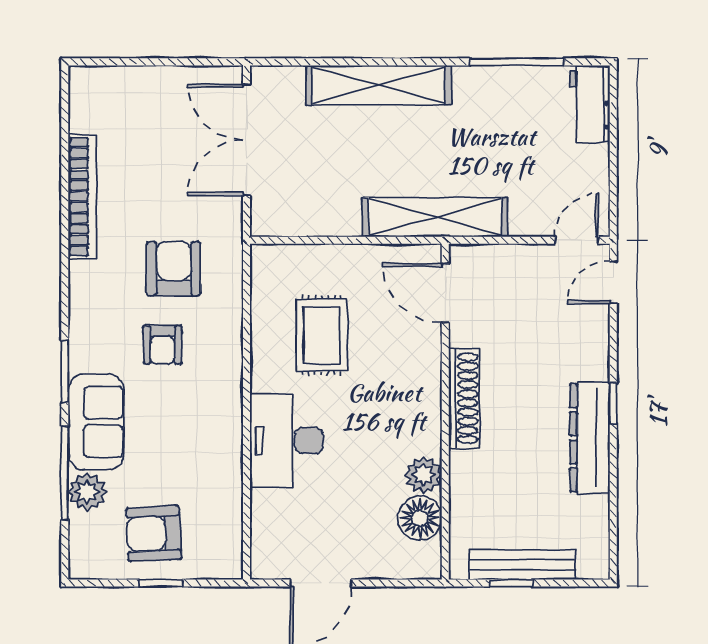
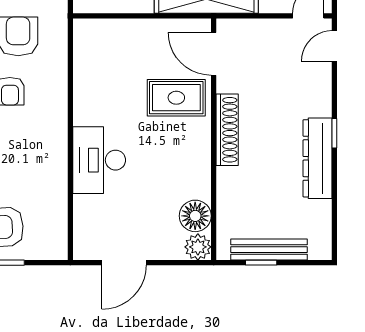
rug: (322, 335) -> (176, 98), moved, turned 90
plant: (424, 475) -> (198, 247), moved

